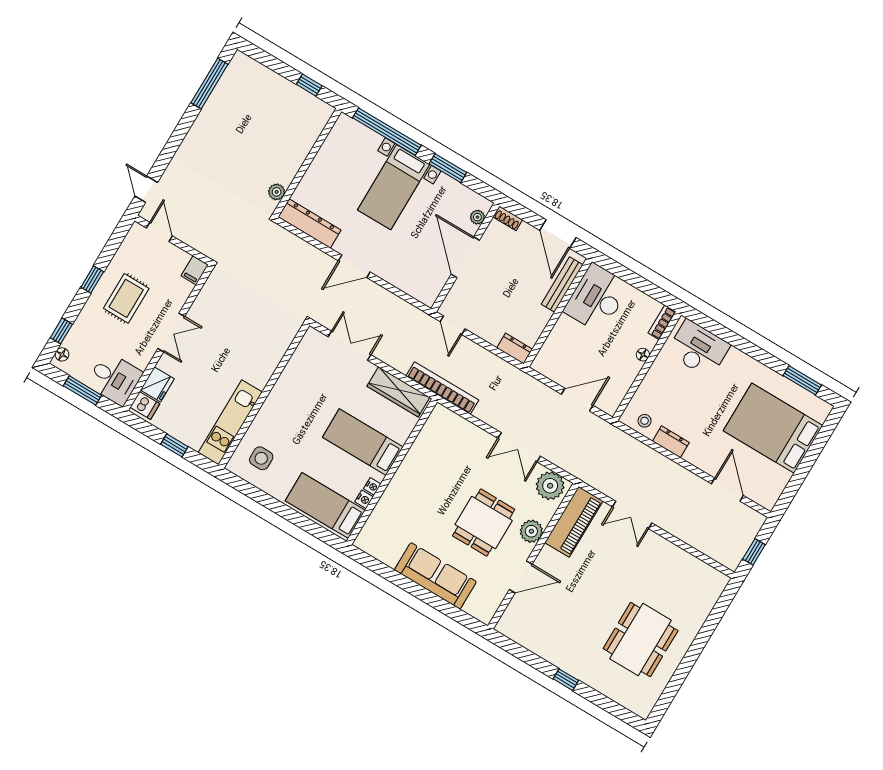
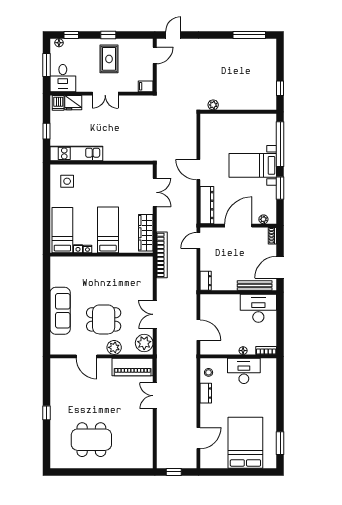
dresser: (310, 223) -> (207, 205), moved
rug: (126, 298) -> (109, 59), turned 90
desk: (698, 349) -> (244, 371), moved, turned -90

